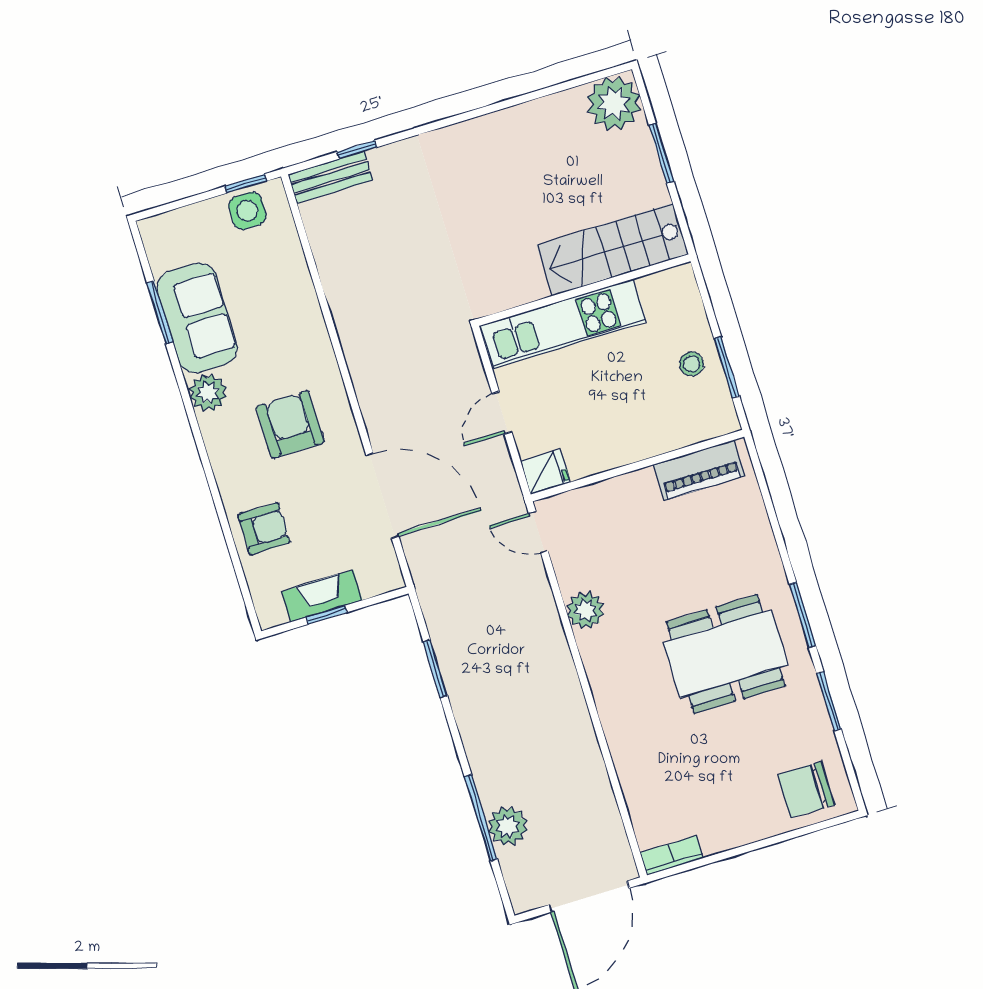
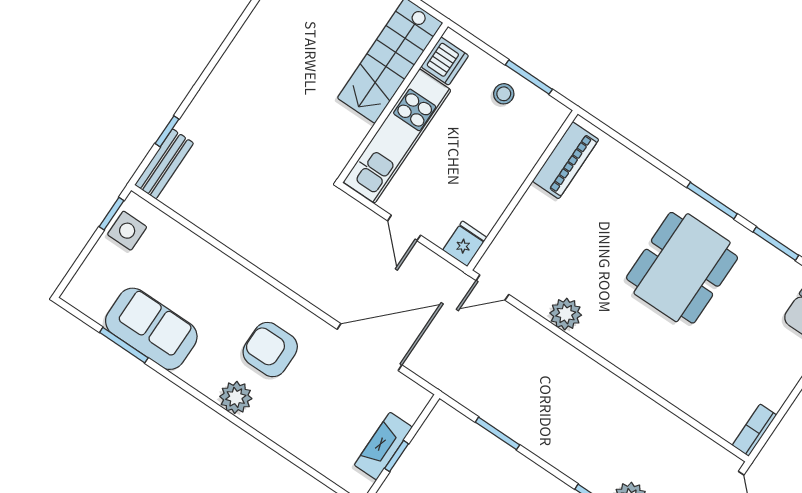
dishwasher: (662, 291) -> (445, 61), added
plant: (208, 393) -> (236, 397), moved
armchair: (264, 529) -> (309, 432), removed

